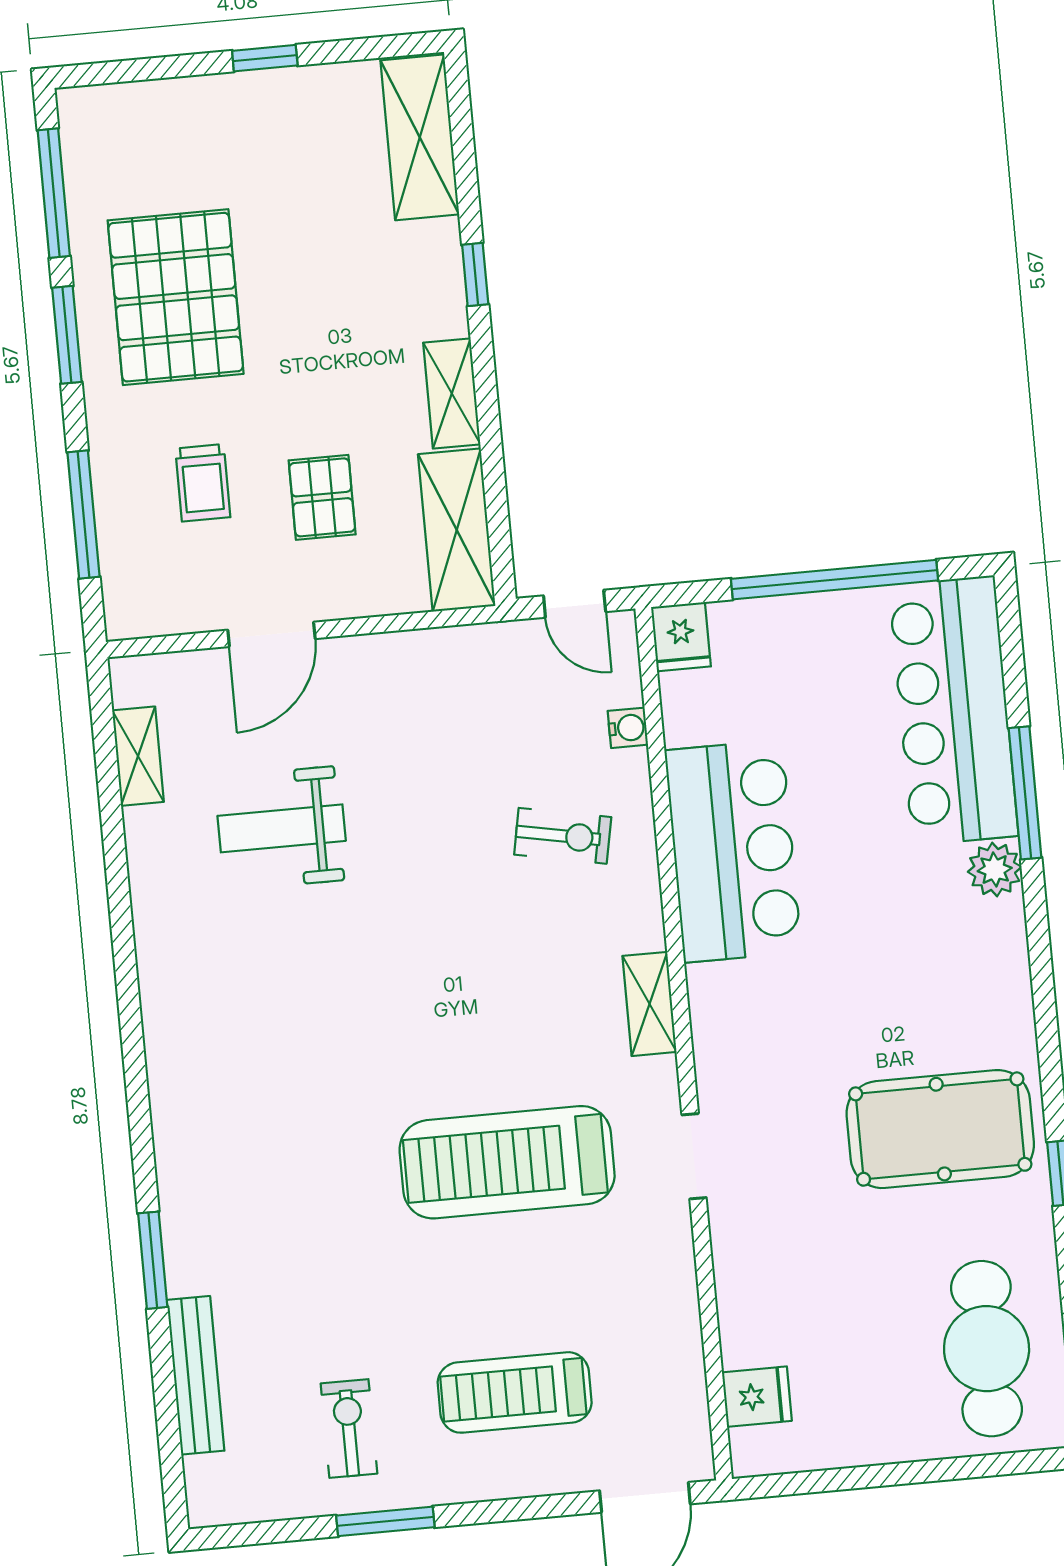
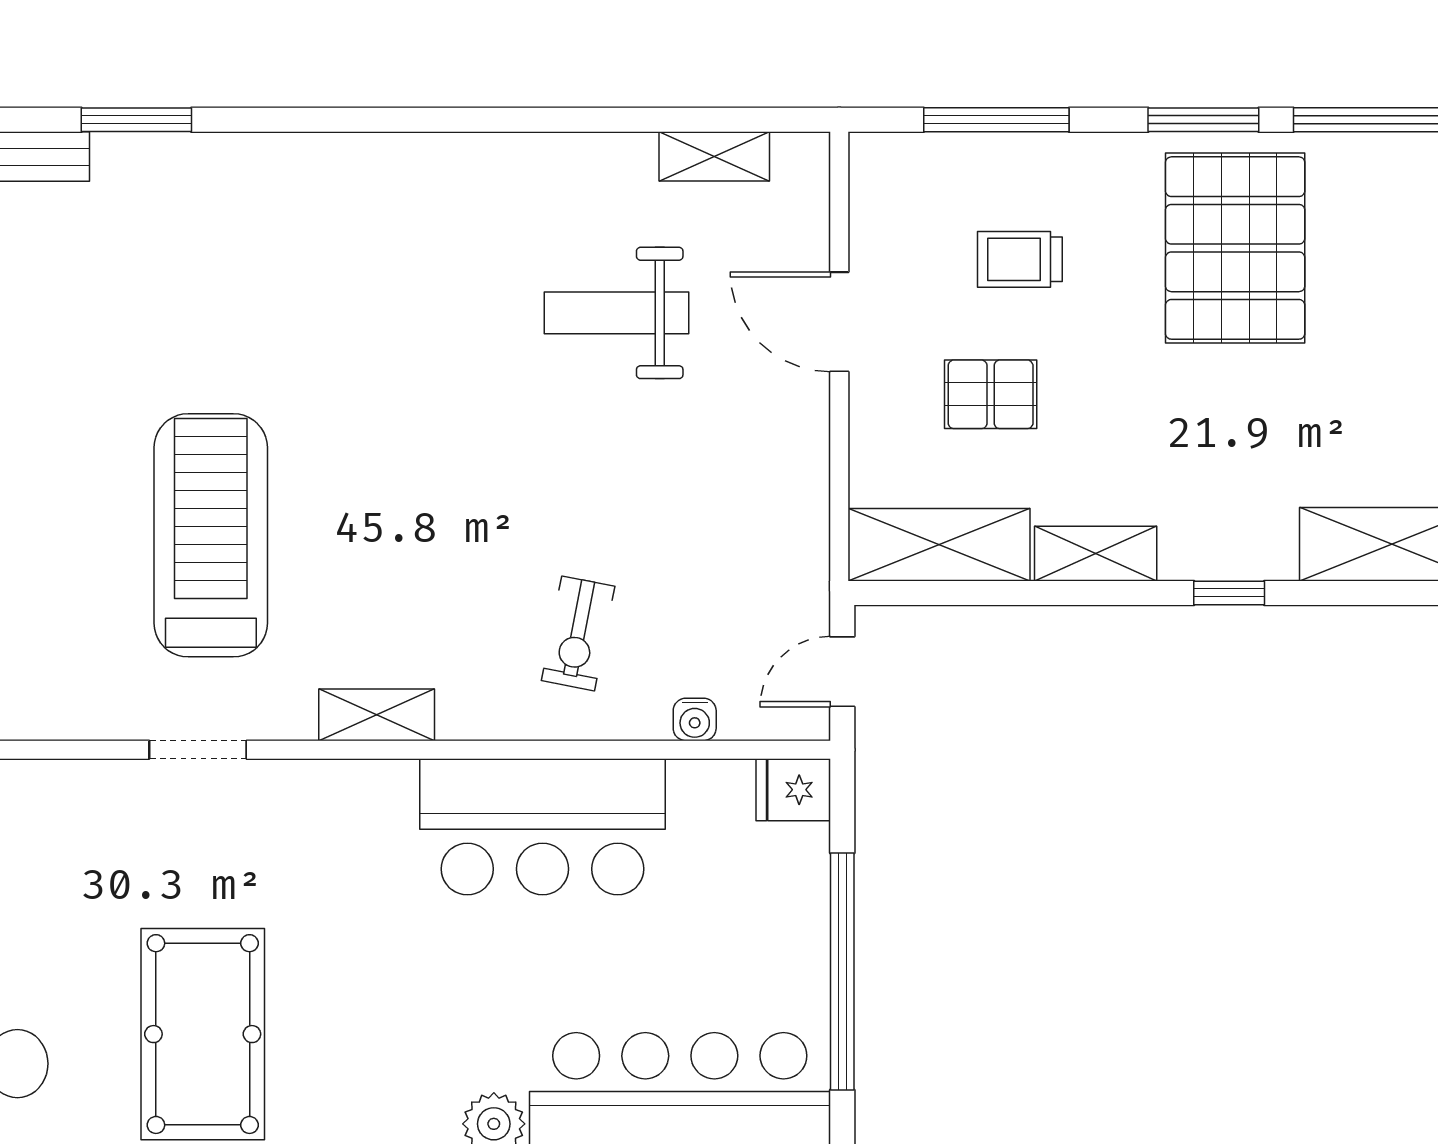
pallet: (176, 297) -> (1235, 248), turned 90
weight bench: (282, 828) -> (616, 313), turned -90

